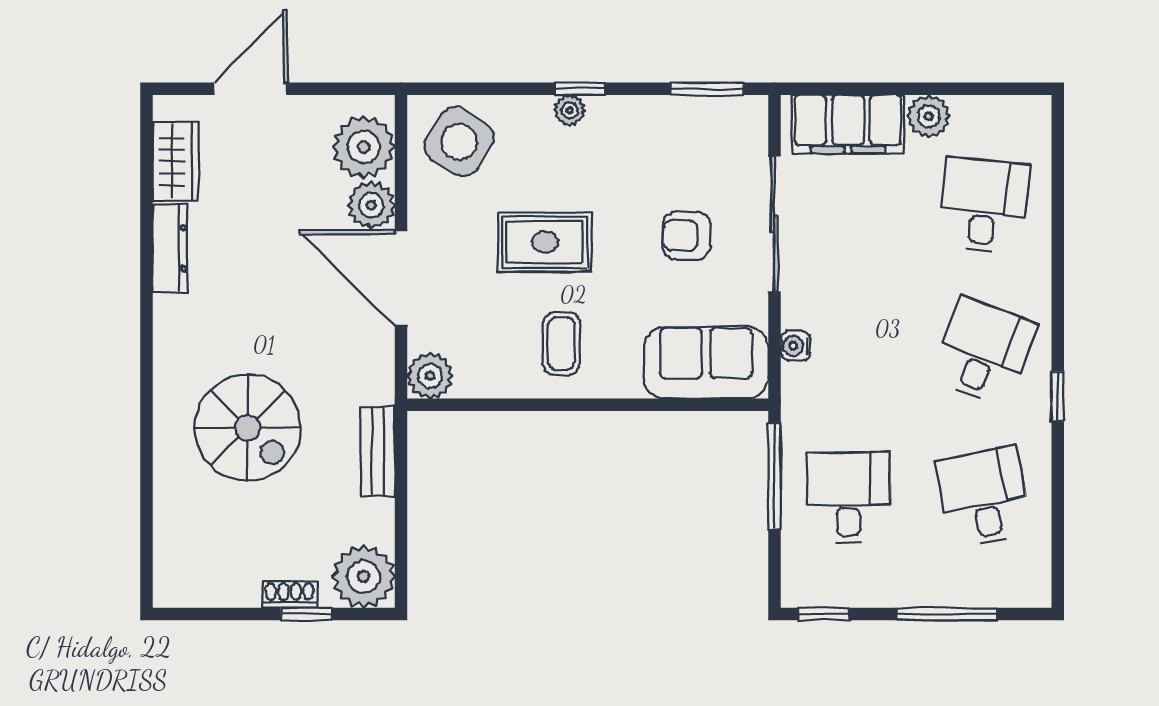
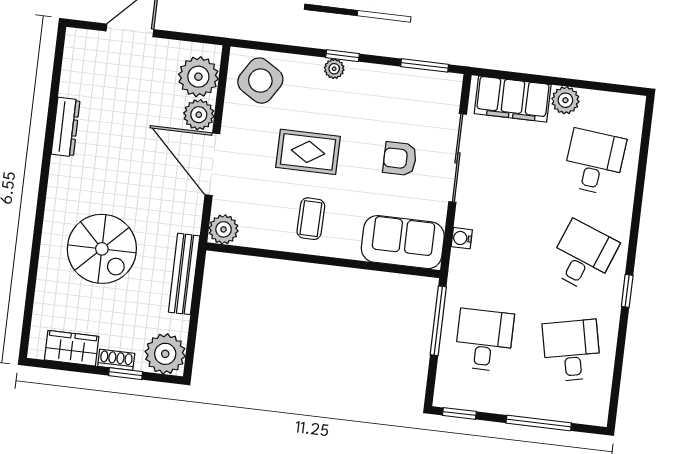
wardrobe: (176, 161) -> (72, 348), moved, turned -90
bench: (378, 451) -> (184, 274), width x1.36

